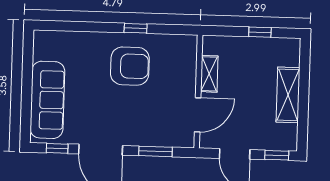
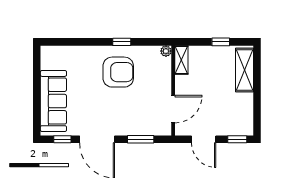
plant: (191, 42) -> (166, 51), added
shelving: (209, 74) -> (181, 60), moved
shelving: (288, 95) -> (245, 70), moved

